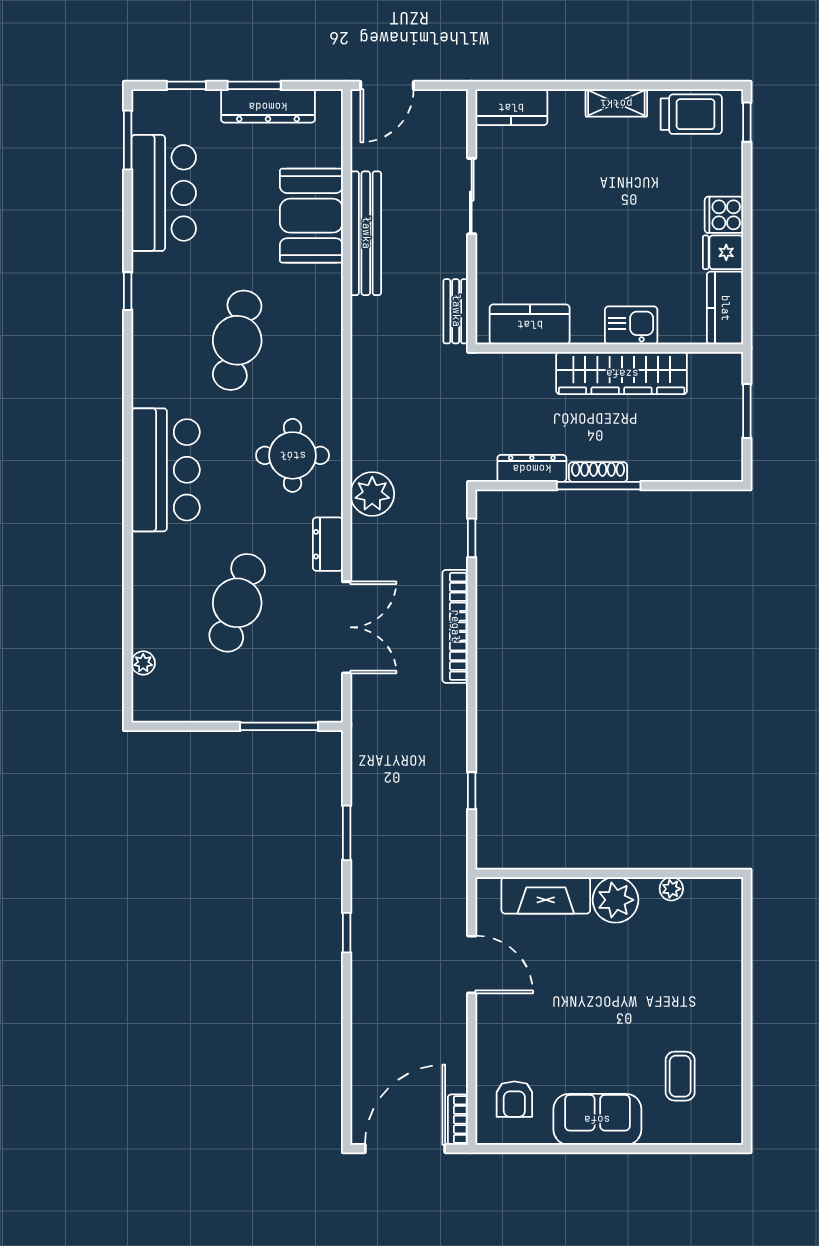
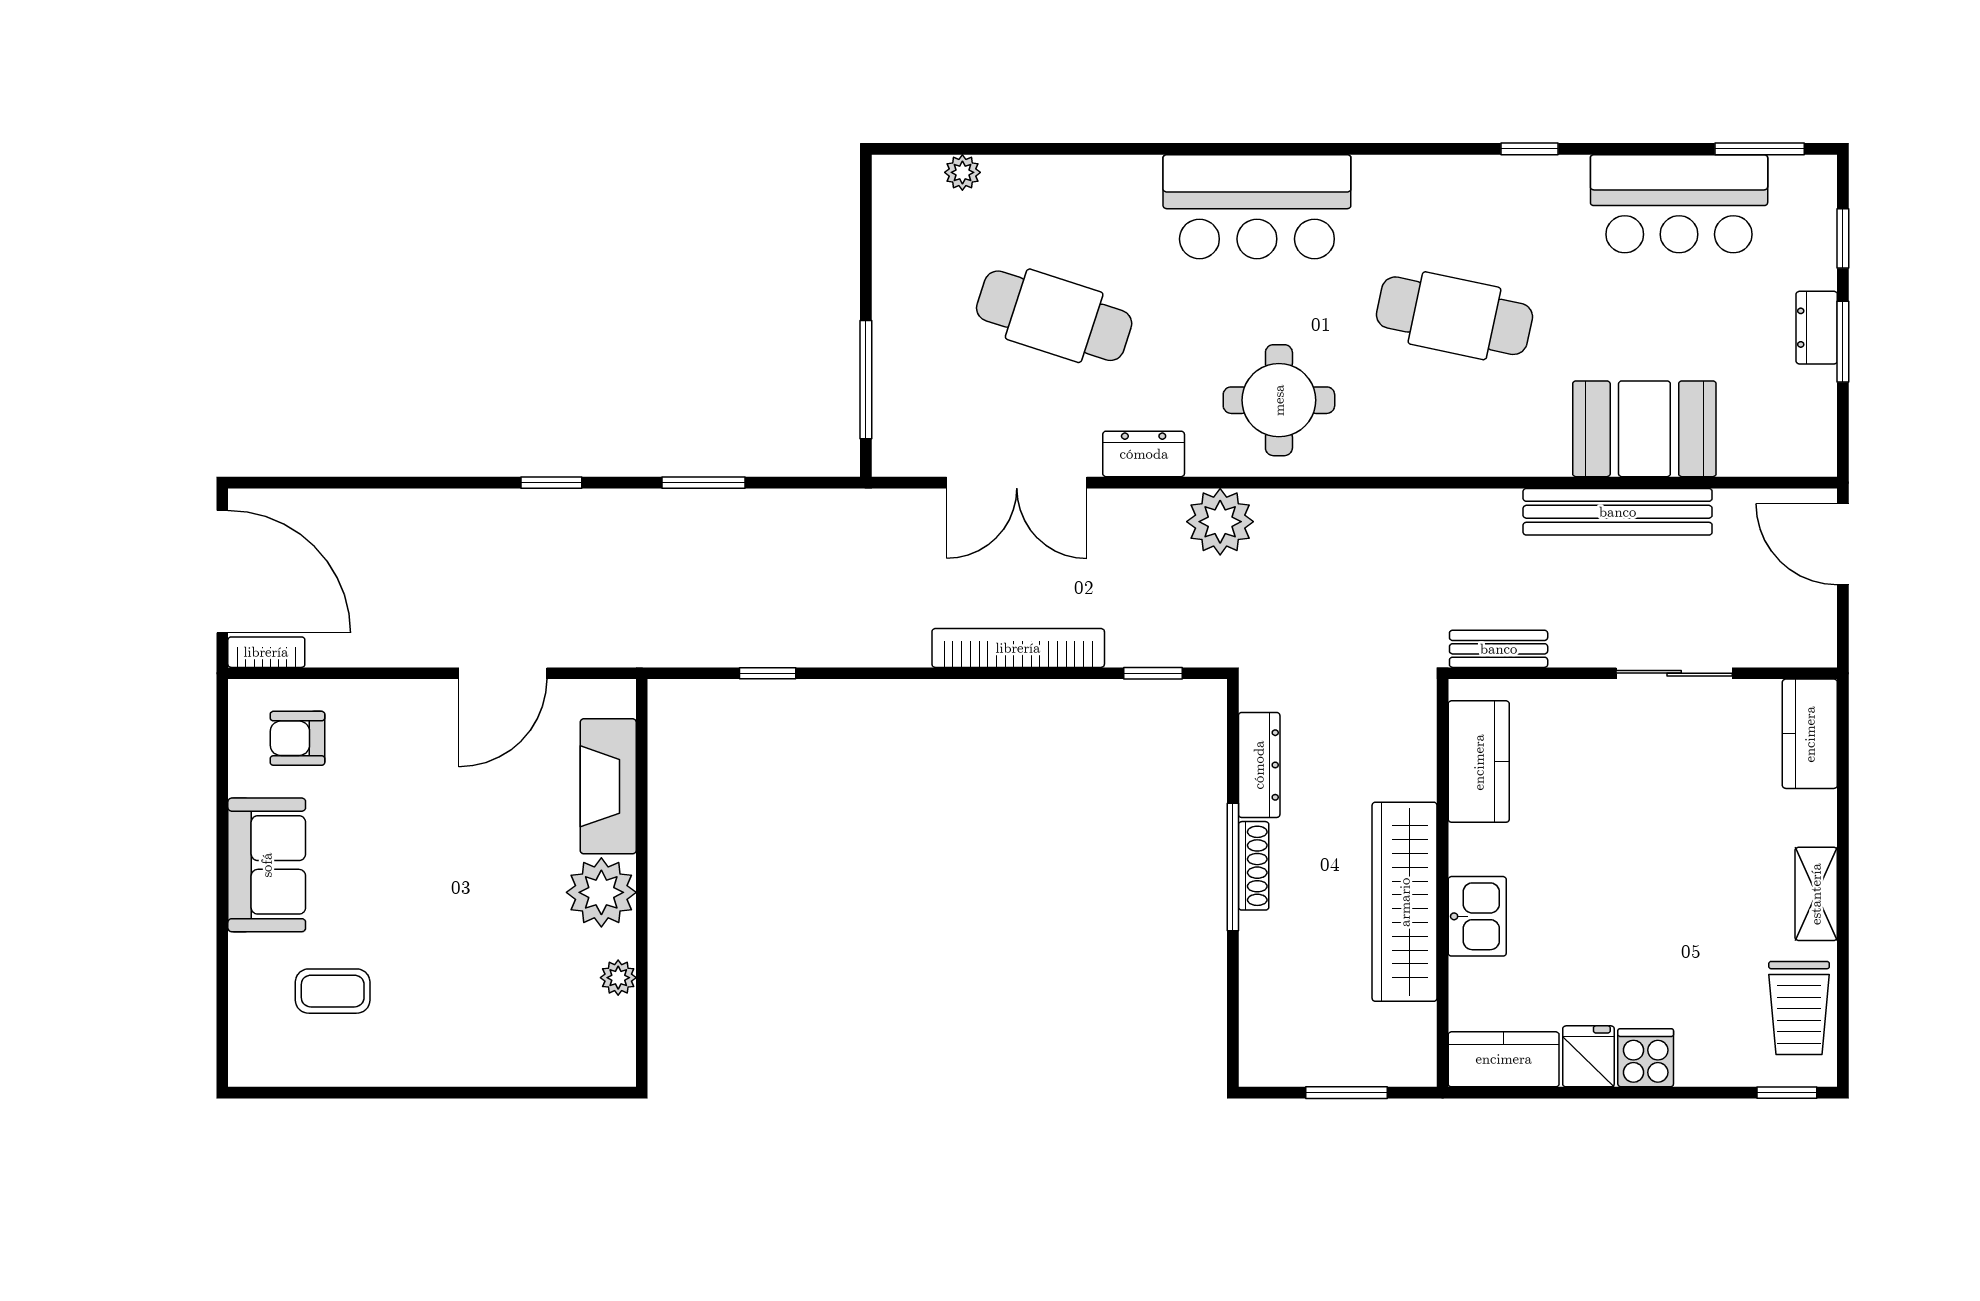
dresser: (268, 106) -> (1817, 328), width x0.51, depth x0.80

